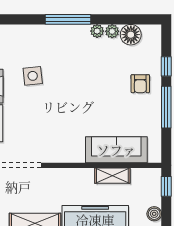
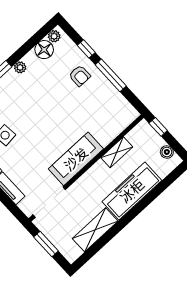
plant: (112, 31) -> (54, 36), moved
sofa: (116, 150) -> (76, 159), moved

